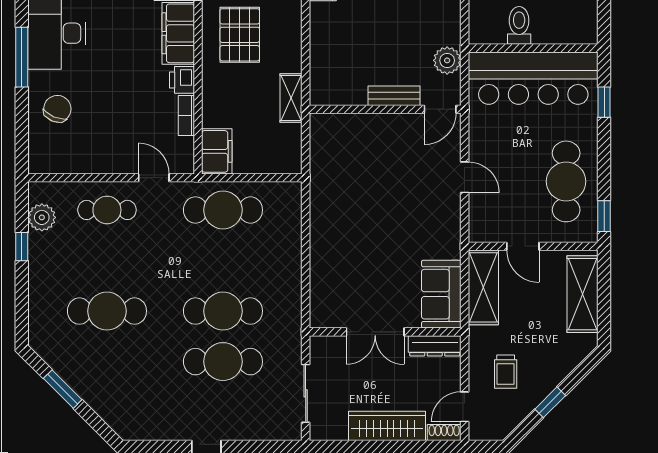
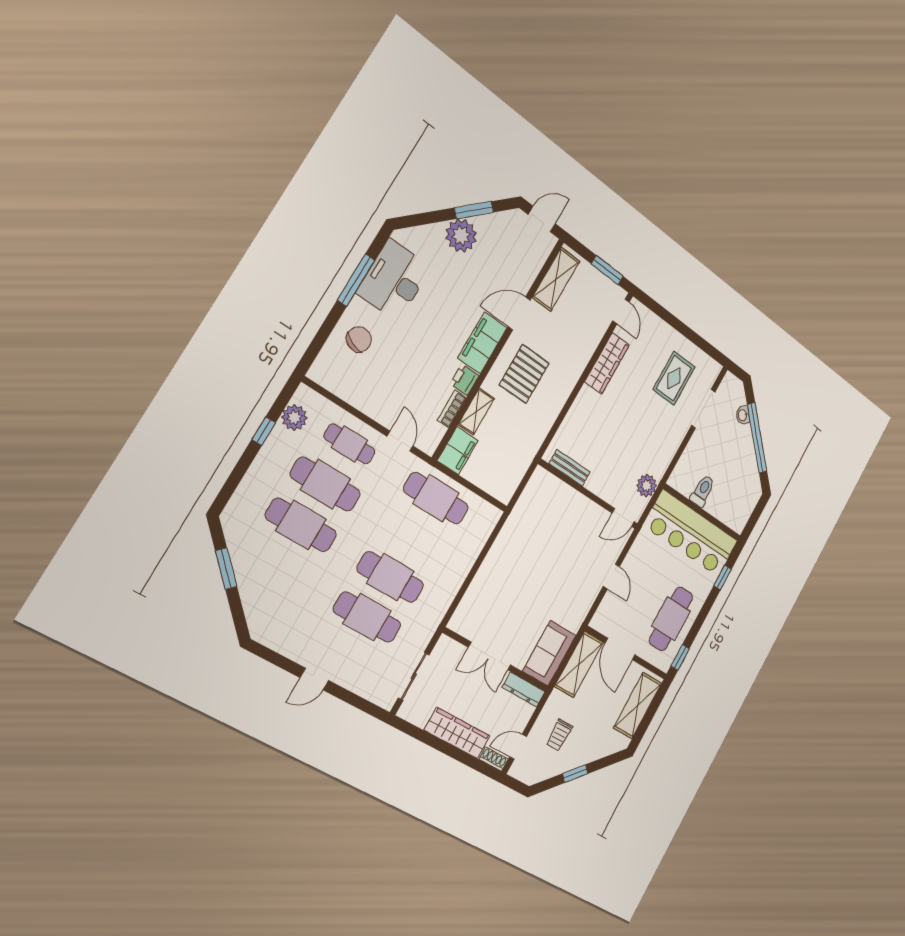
bench: (394, 96) -> (570, 468), moved
shelving: (291, 98) -> (476, 411), moved
door: (523, 246) -> (620, 649), width x1.38
cafe table: (107, 261) -> (325, 484), added

